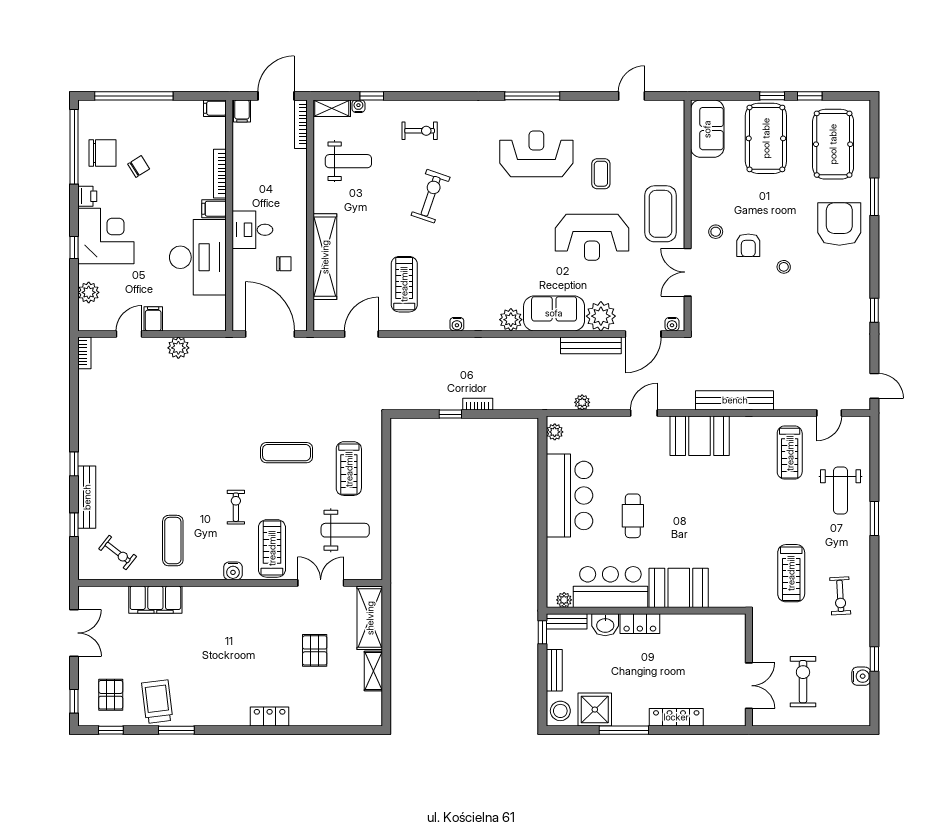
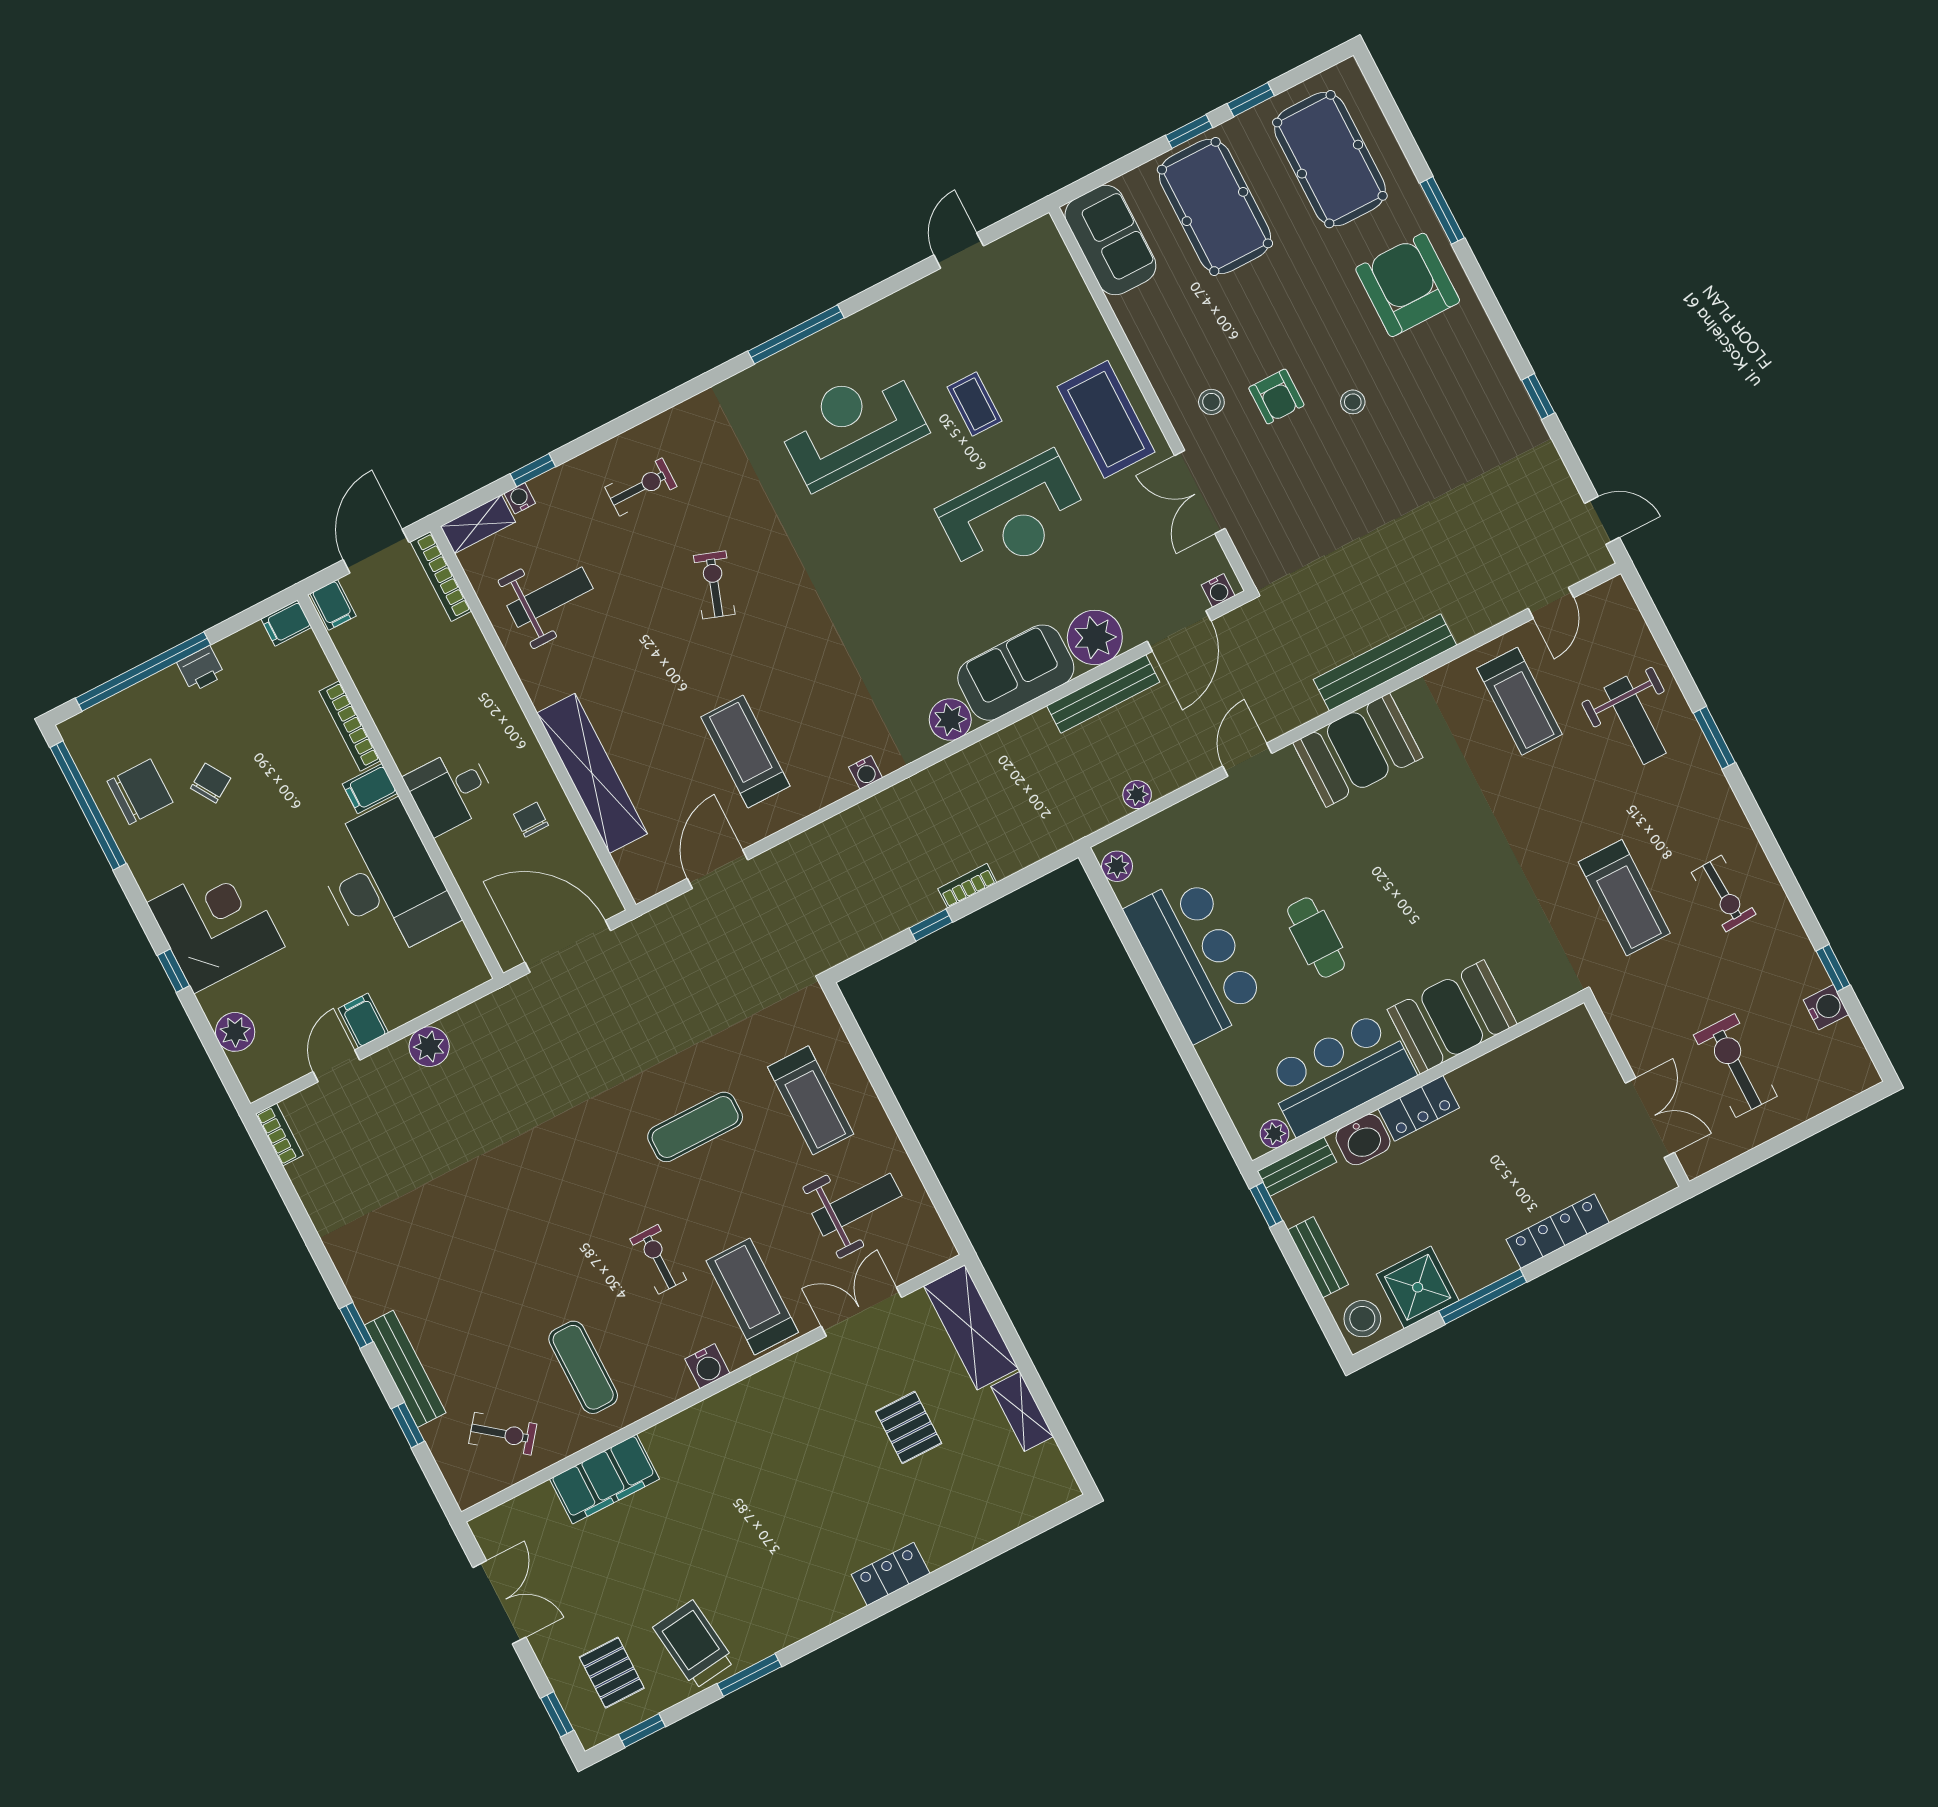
printer: (87, 196) -> (201, 669), moved, turned 90
exercise bike: (431, 196) -> (714, 585), width x0.73, depth x0.72
chair: (284, 264) -> (531, 820), turned -90

